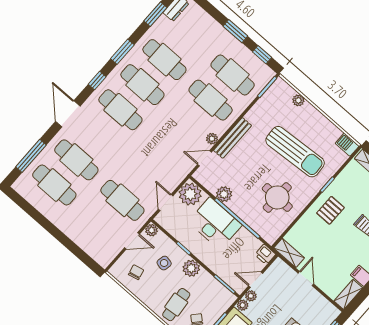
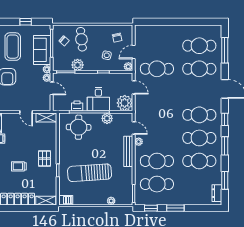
door: (204, 158) -> (134, 128), hinge flipped
round table: (277, 197) -> (79, 127), moved
desk: (215, 223) -> (98, 99), width x0.73
printer: (265, 254) -> (77, 106), moved
plant: (191, 268) -> (78, 65), moved
door: (256, 280) -> (52, 88), hinge flipped

